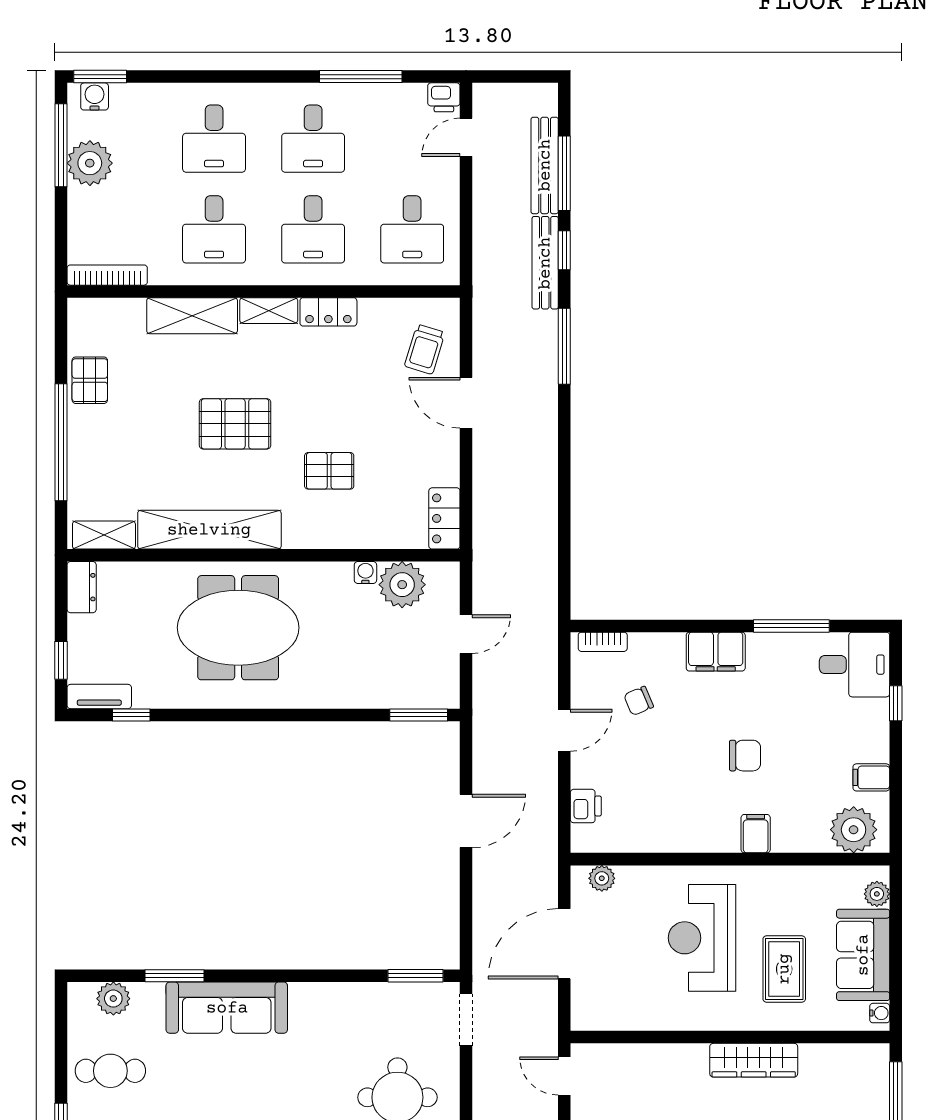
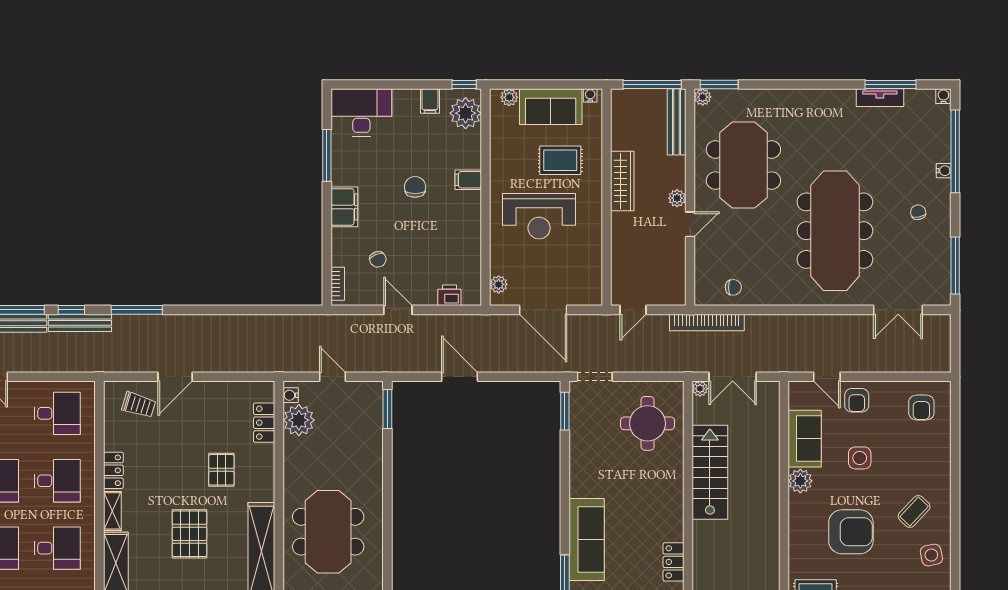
locker: (444, 518) -> (264, 423), moved, turned 90
water cooler: (365, 573) -> (291, 395), moved
desk: (855, 665) -> (361, 112), width x1.37
window: (896, 703) -> (464, 84), moved

